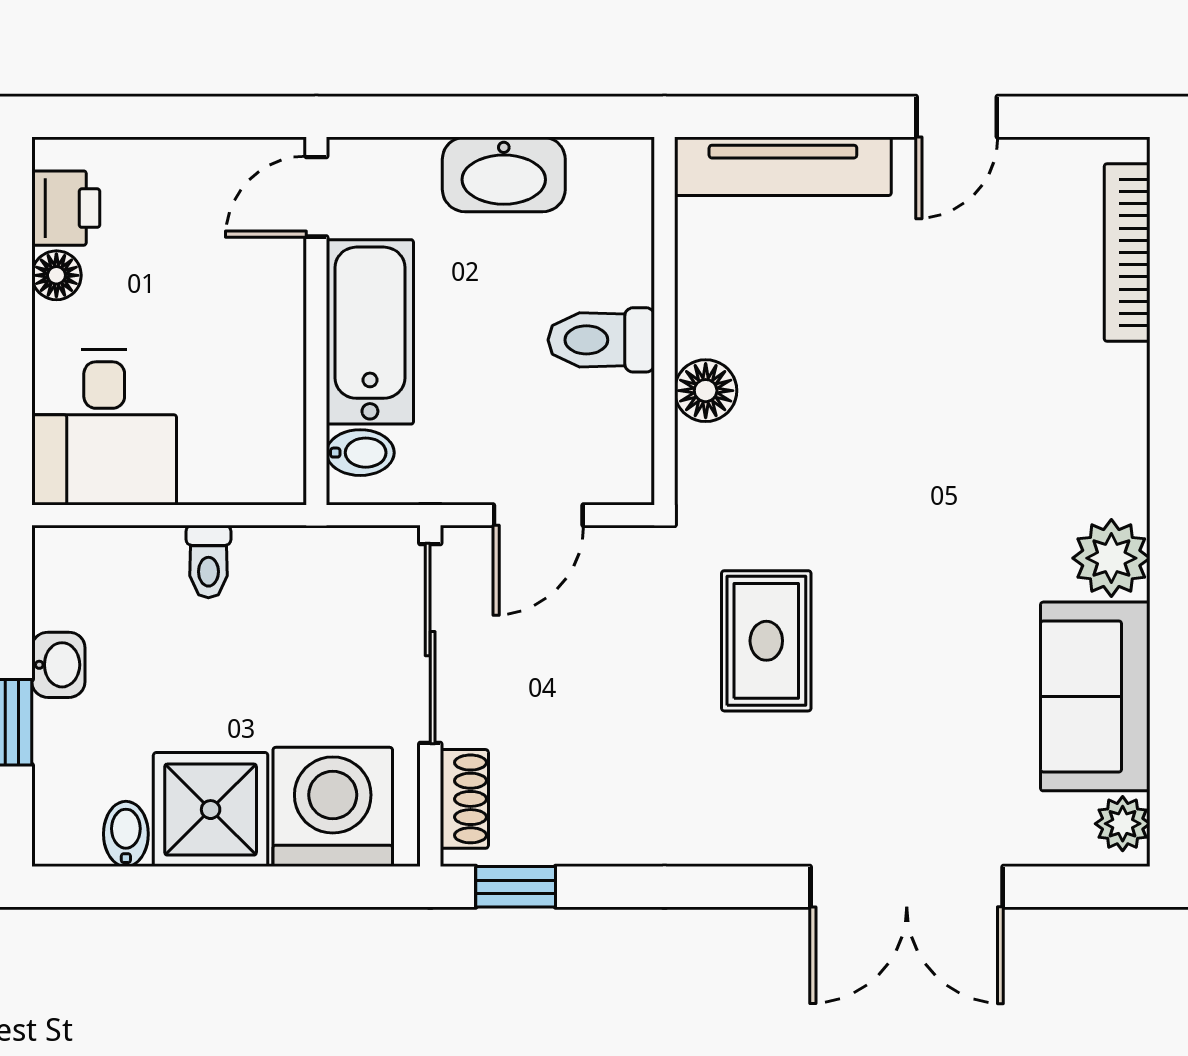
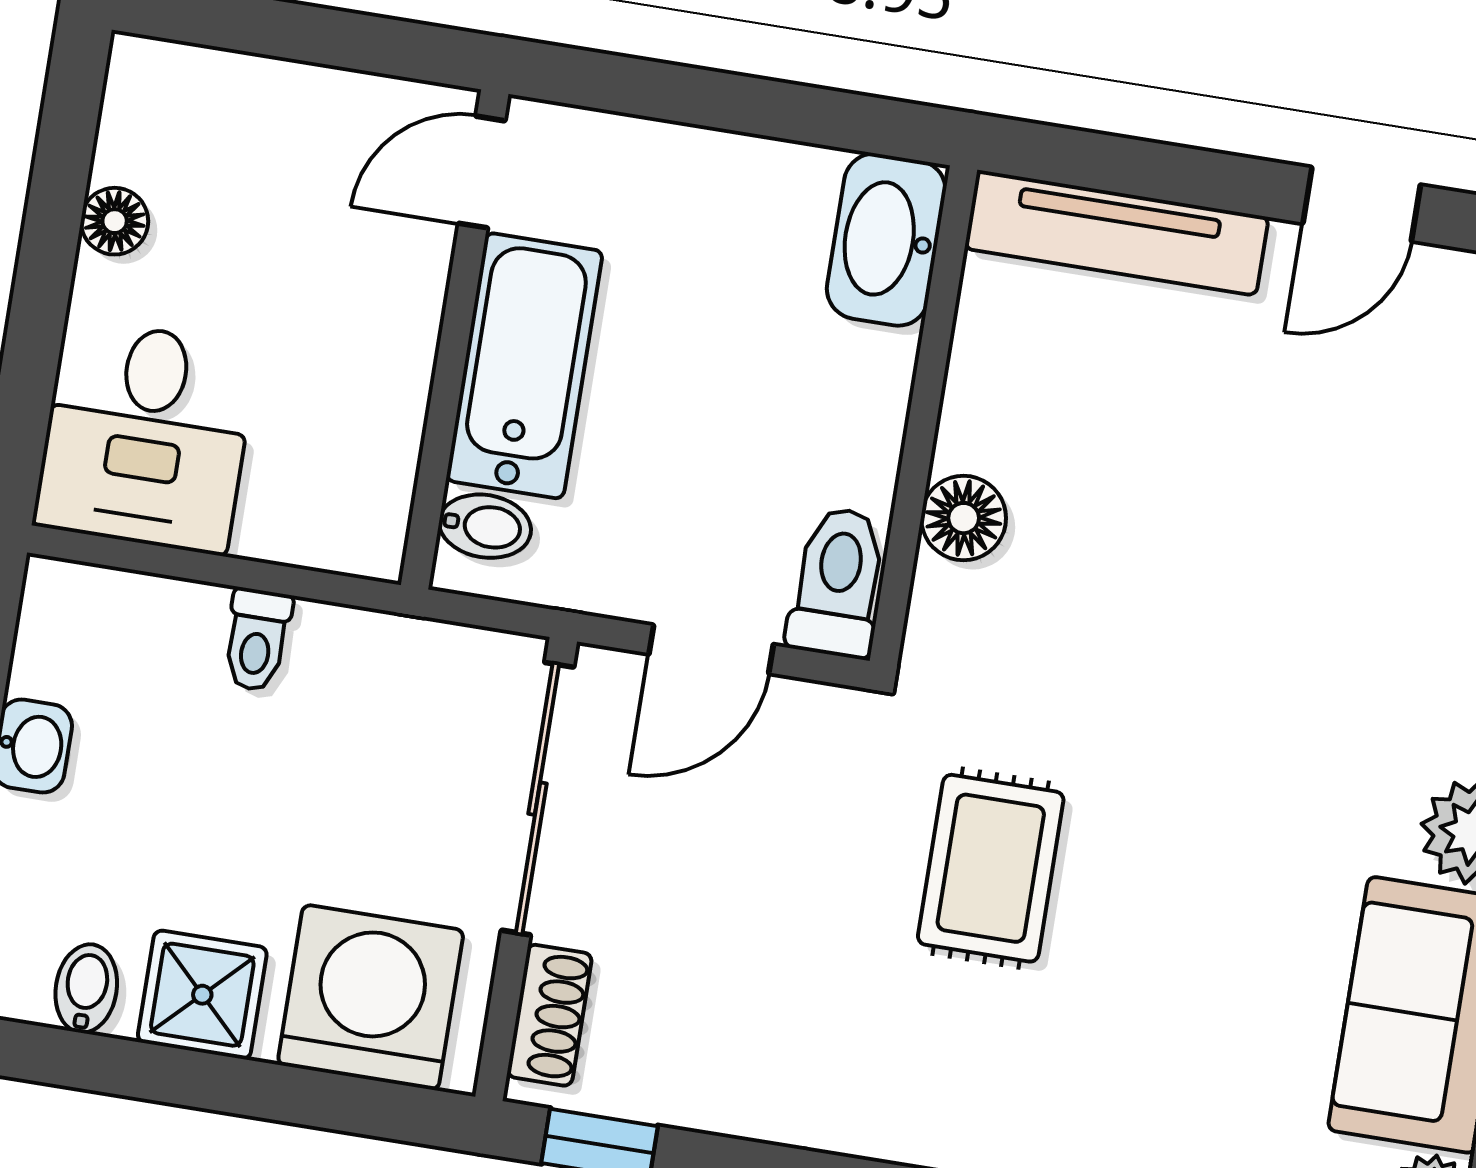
washbasin: (504, 174) -> (886, 240), moved, turned 90
printer: (66, 208) -> (142, 133), removed
toilet: (601, 340) -> (838, 582), moved, turned 90
shower: (211, 810) -> (202, 995), width x0.73, depth x0.73

